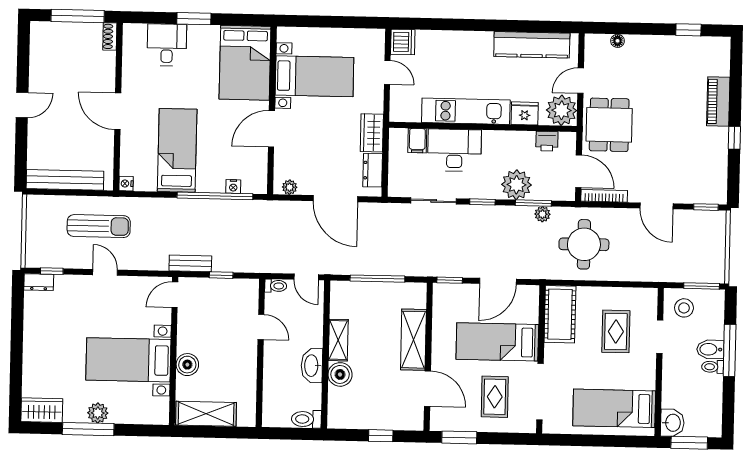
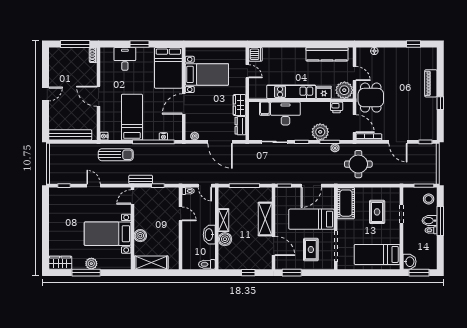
door: (581, 81) -> (354, 74), swing flipped
sun lounger: (99, 226) -> (116, 155), moved
dresser: (39, 282) -> (57, 192), removed
stool: (684, 308) -> (429, 199), moved

